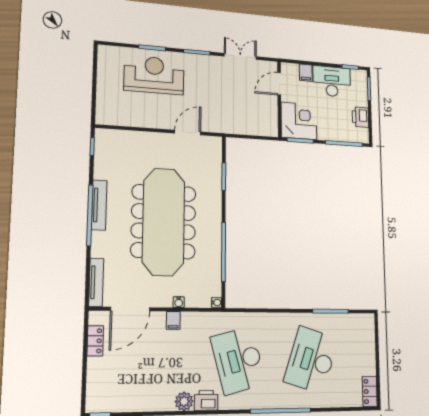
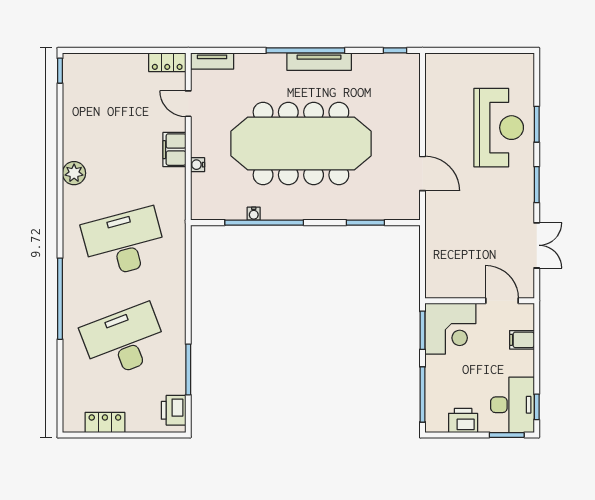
desk: (332, 81) -> (512, 405), moved
tv unit: (96, 282) -> (212, 61), width x0.71
water cooler: (217, 302) -> (254, 214), moved
door: (130, 309) -> (188, 104), width x0.53
filing cabinet: (173, 320) -> (174, 150), width x2.00
locker: (95, 341) -> (167, 62), moved
desk: (311, 360) -> (124, 341), turned -39
locker: (370, 391) -> (105, 422), moved
printer: (206, 400) -> (174, 410), moved, turned 180

